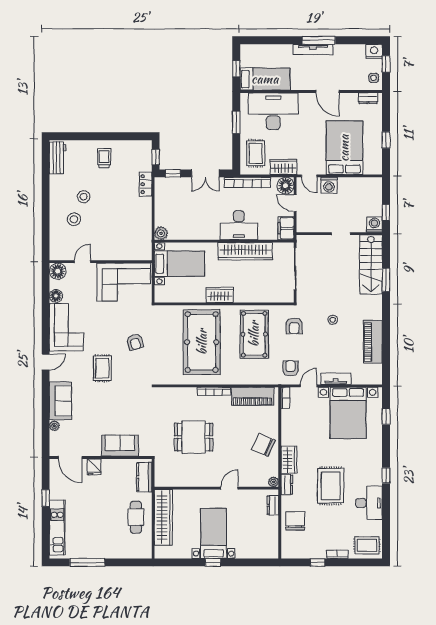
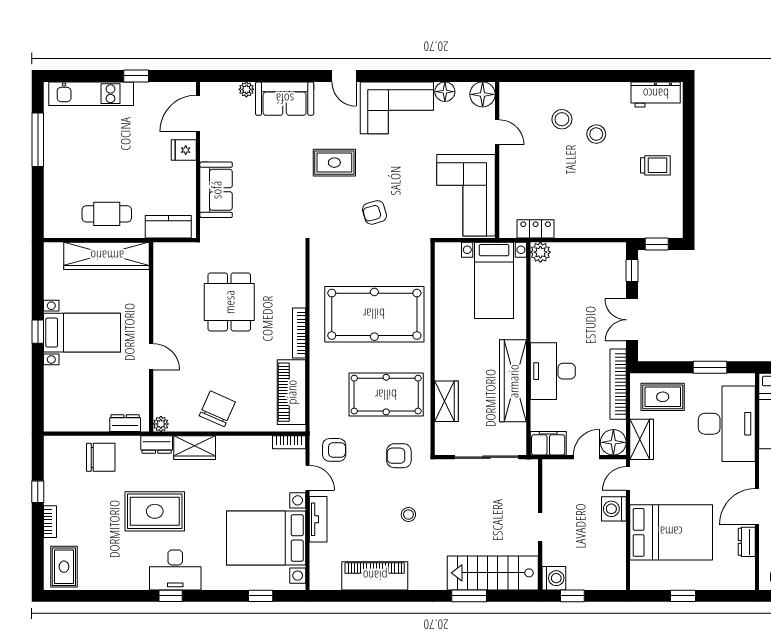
dresser: (368, 98) -> (747, 542), moved
locker: (146, 184) -> (536, 229), moved
wardrobe: (220, 295) -> (446, 401), moved
desk: (369, 503) -> (175, 570), moved

